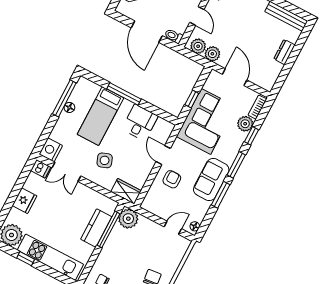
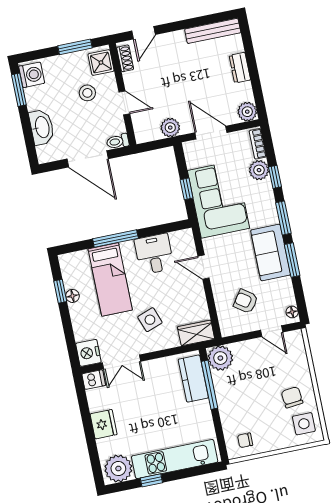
plant: (198, 46) -> (247, 112), moved
window: (64, 98) -> (60, 291), width x0.46
armchair: (172, 179) -> (246, 301), moved, turned -55
kitchen counter: (96, 228) -> (193, 379), moved
door: (173, 228) -> (272, 331), swing flipped

